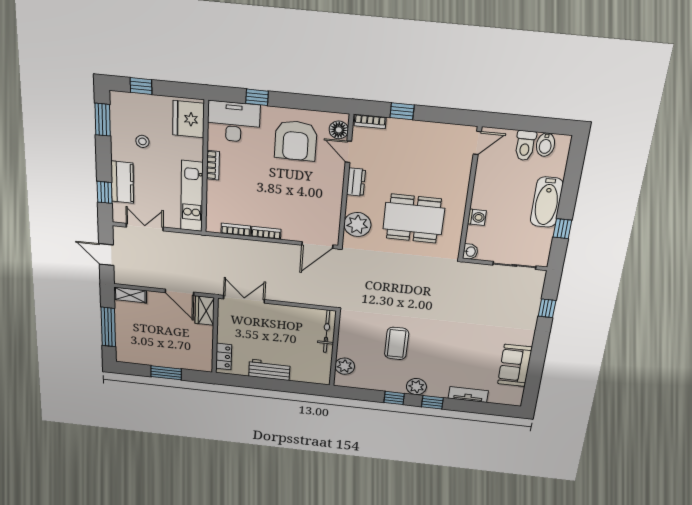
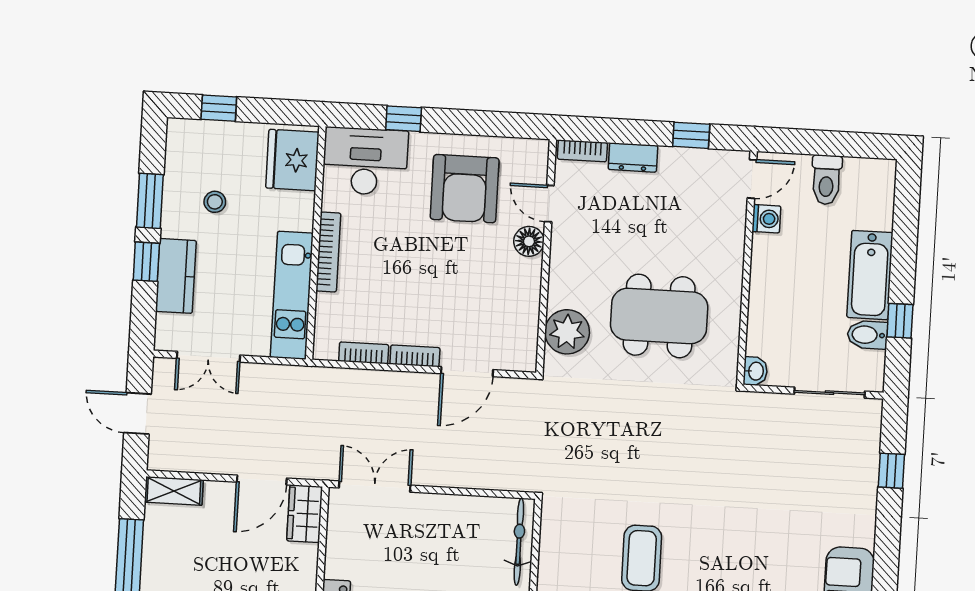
window: (402, 111) -> (691, 135), moved
window: (103, 120) -> (150, 201), moved
floor lamp: (339, 130) -> (529, 241), moved
bidet: (545, 145) -> (867, 335), moved, turned 90
bookcase: (213, 165) -> (328, 252), width x1.56
dresser: (356, 182) -> (633, 158), moved, turned 90
window: (105, 192) -> (146, 262), moved
washing machine: (477, 217) -> (766, 219), moved
double door: (145, 227) -> (208, 357), swing flipped
door: (317, 245) -> (467, 372), moved
door: (180, 292) -> (262, 480), hinge flipped

